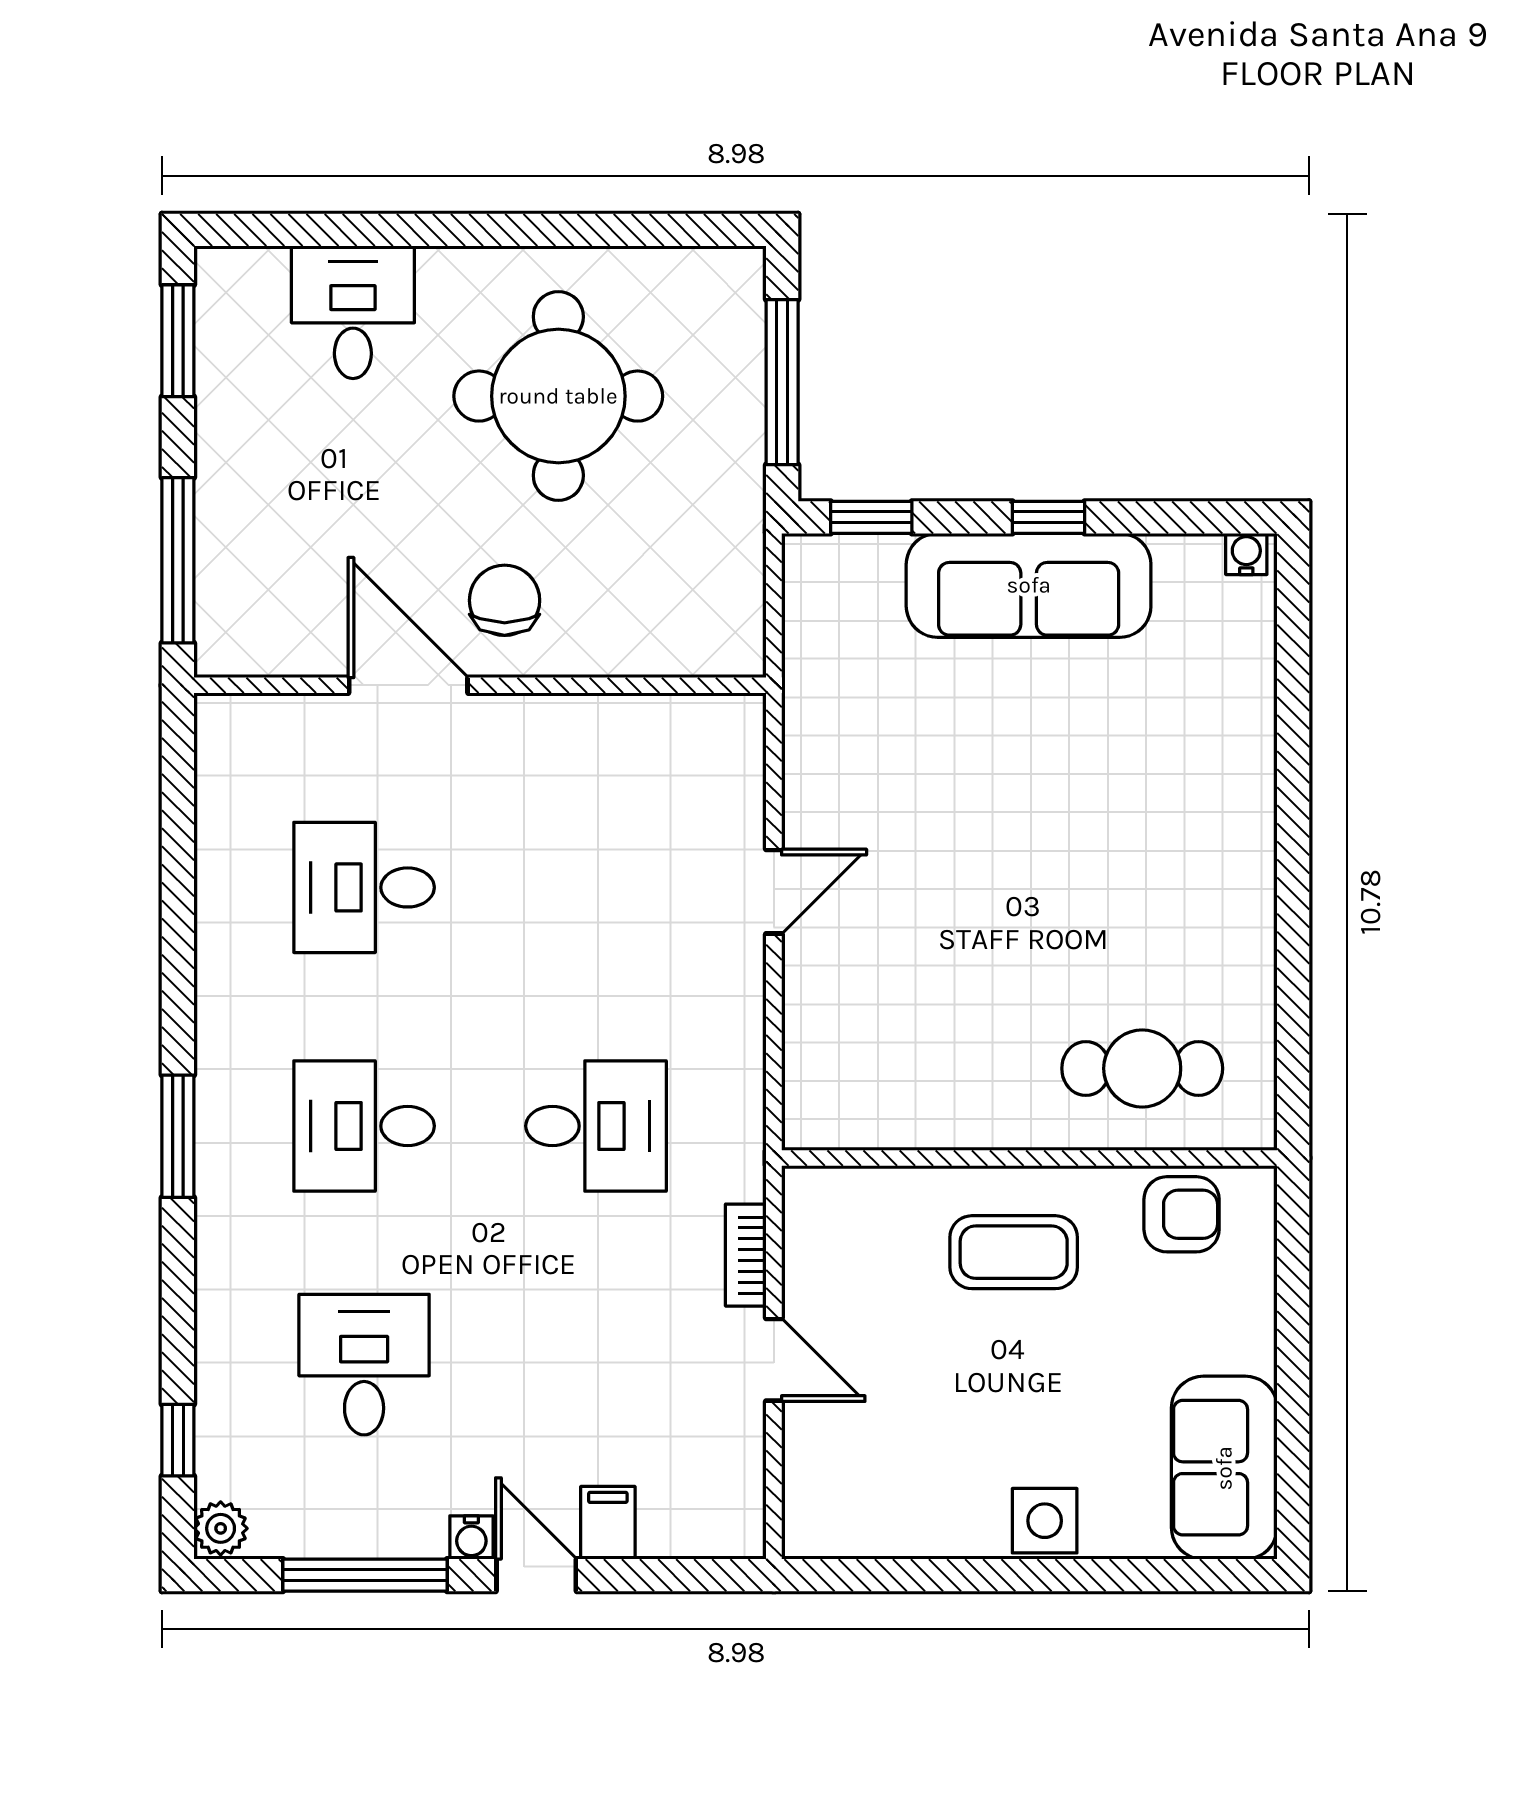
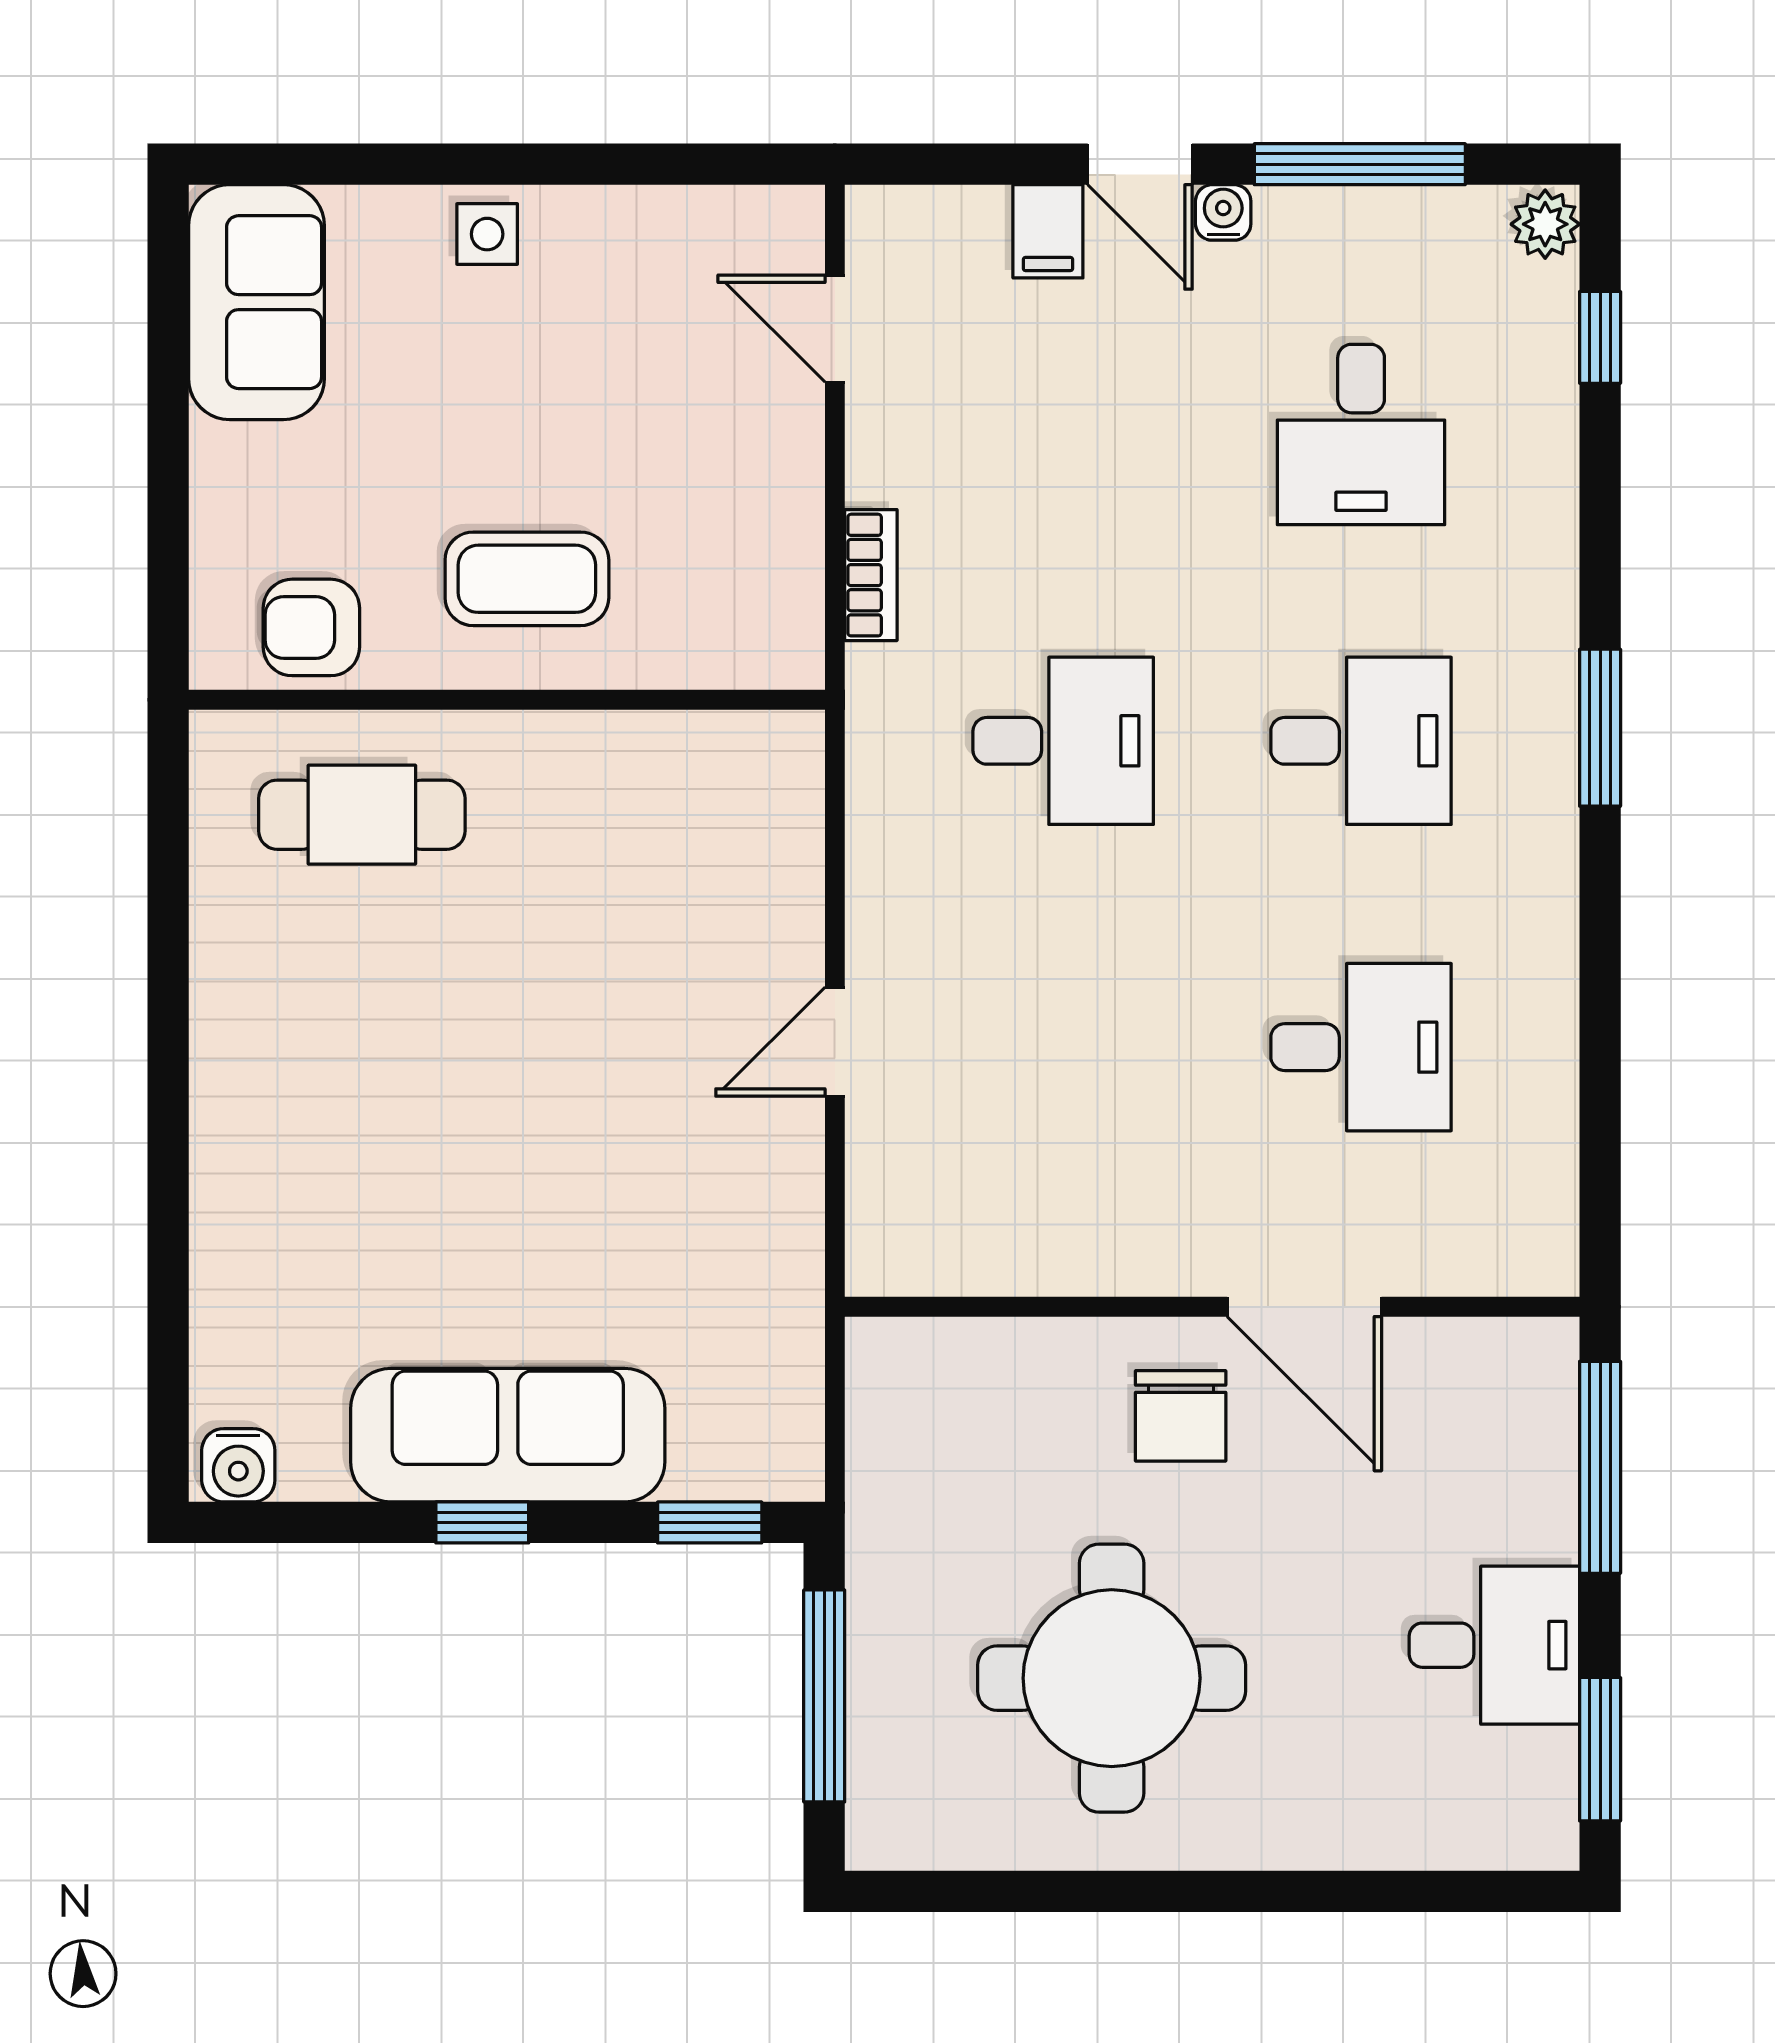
desk: (353, 312) -> (1494, 1645), moved, turned -90
water cooler: (1246, 554) -> (238, 1465), width x1.38, depth x1.38
desk: (596, 1126) -> (1063, 741), turned 180
door: (774, 1360) -> (835, 329), moved
side table: (1045, 1521) -> (487, 234), width x0.73, depth x0.73

